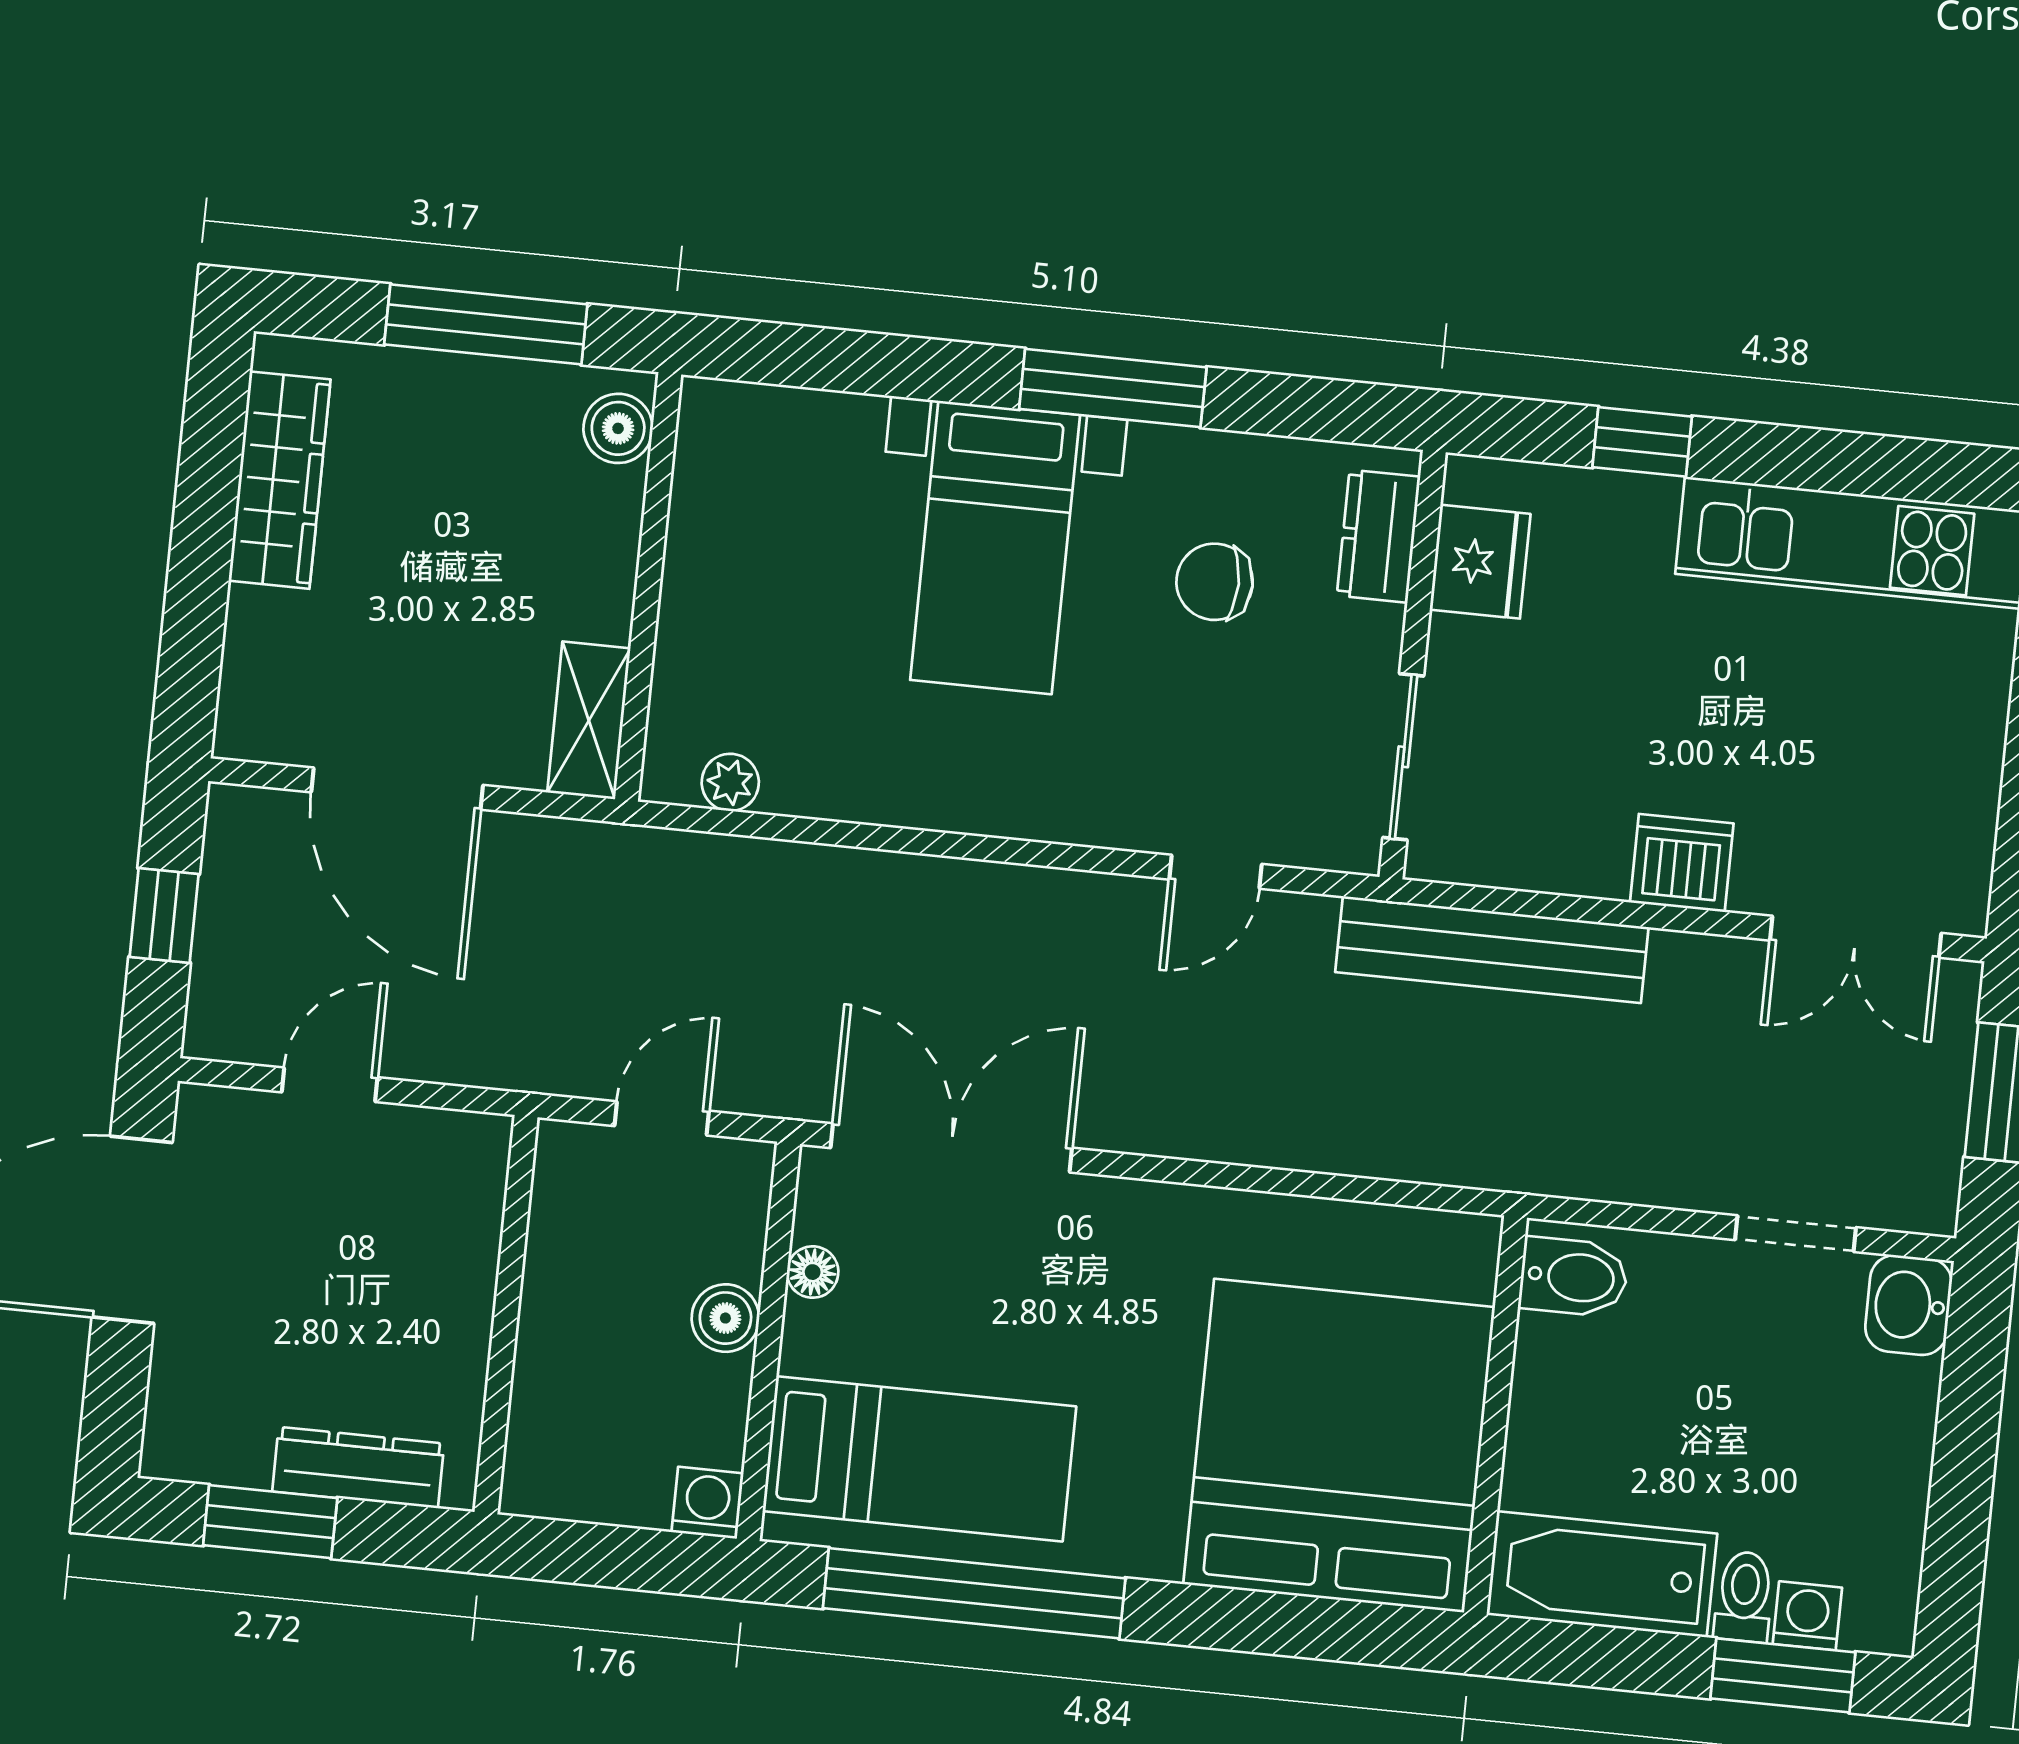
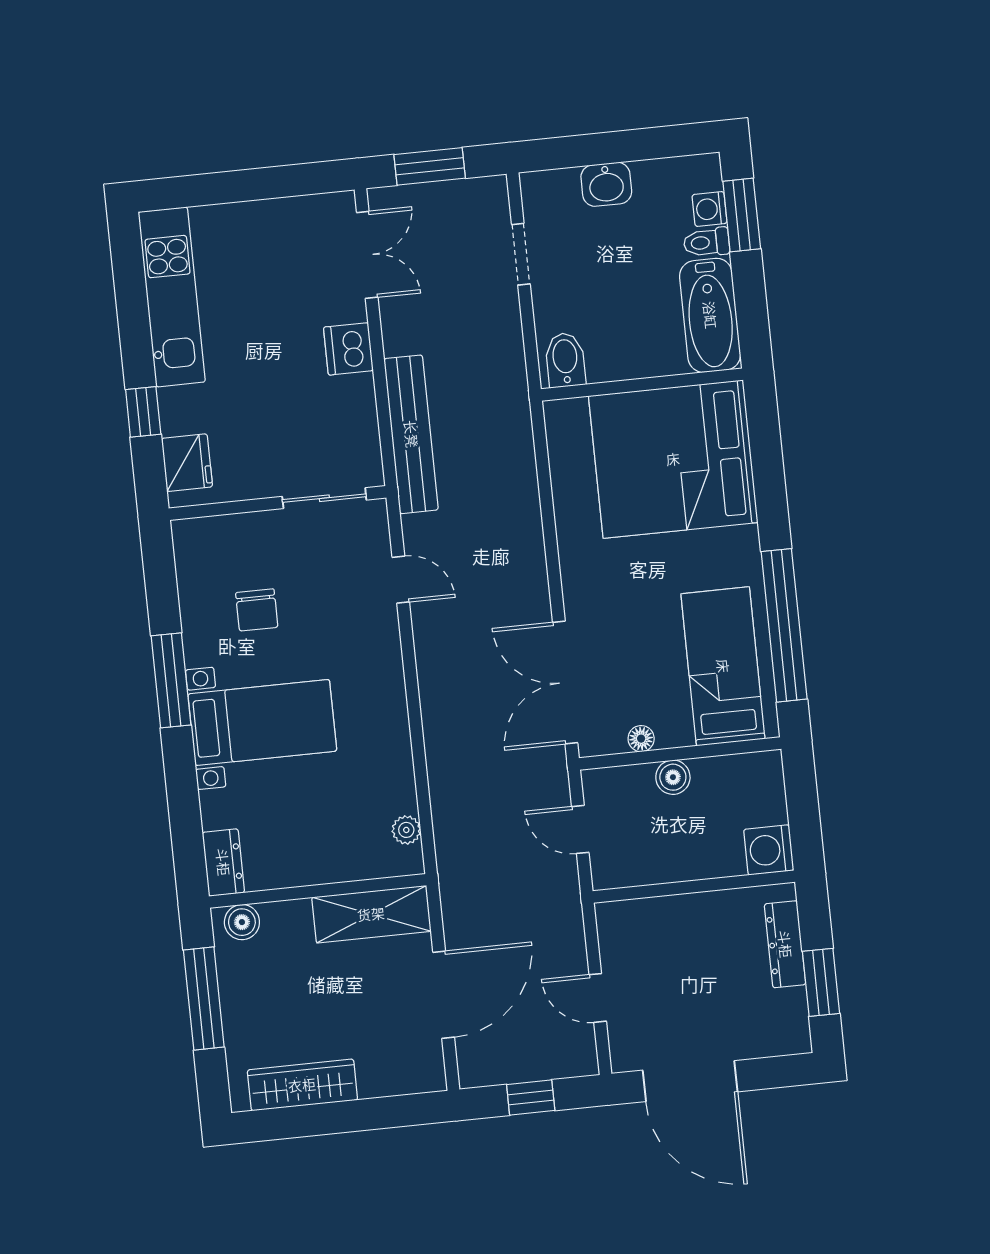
dresser: (1379, 536) -> (223, 862), moved, turned -90
fridge: (1480, 562) -> (187, 463), moved, turned 90
shelving: (589, 720) -> (371, 914), width x1.50, depth x1.33
washbasin: (1909, 1305) -> (606, 184), moved
washing machine: (708, 1503) -> (769, 850), moved, width x1.38, depth x1.38

